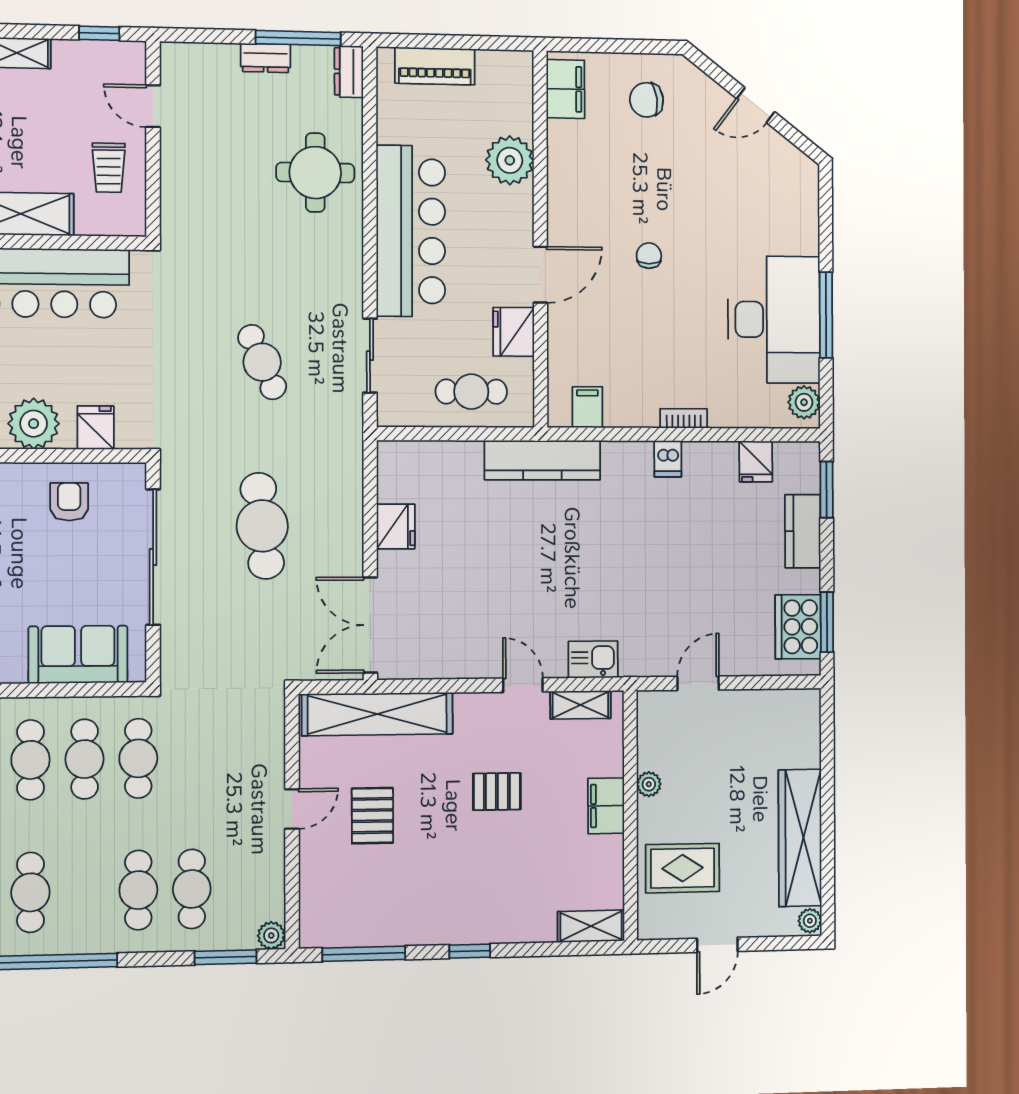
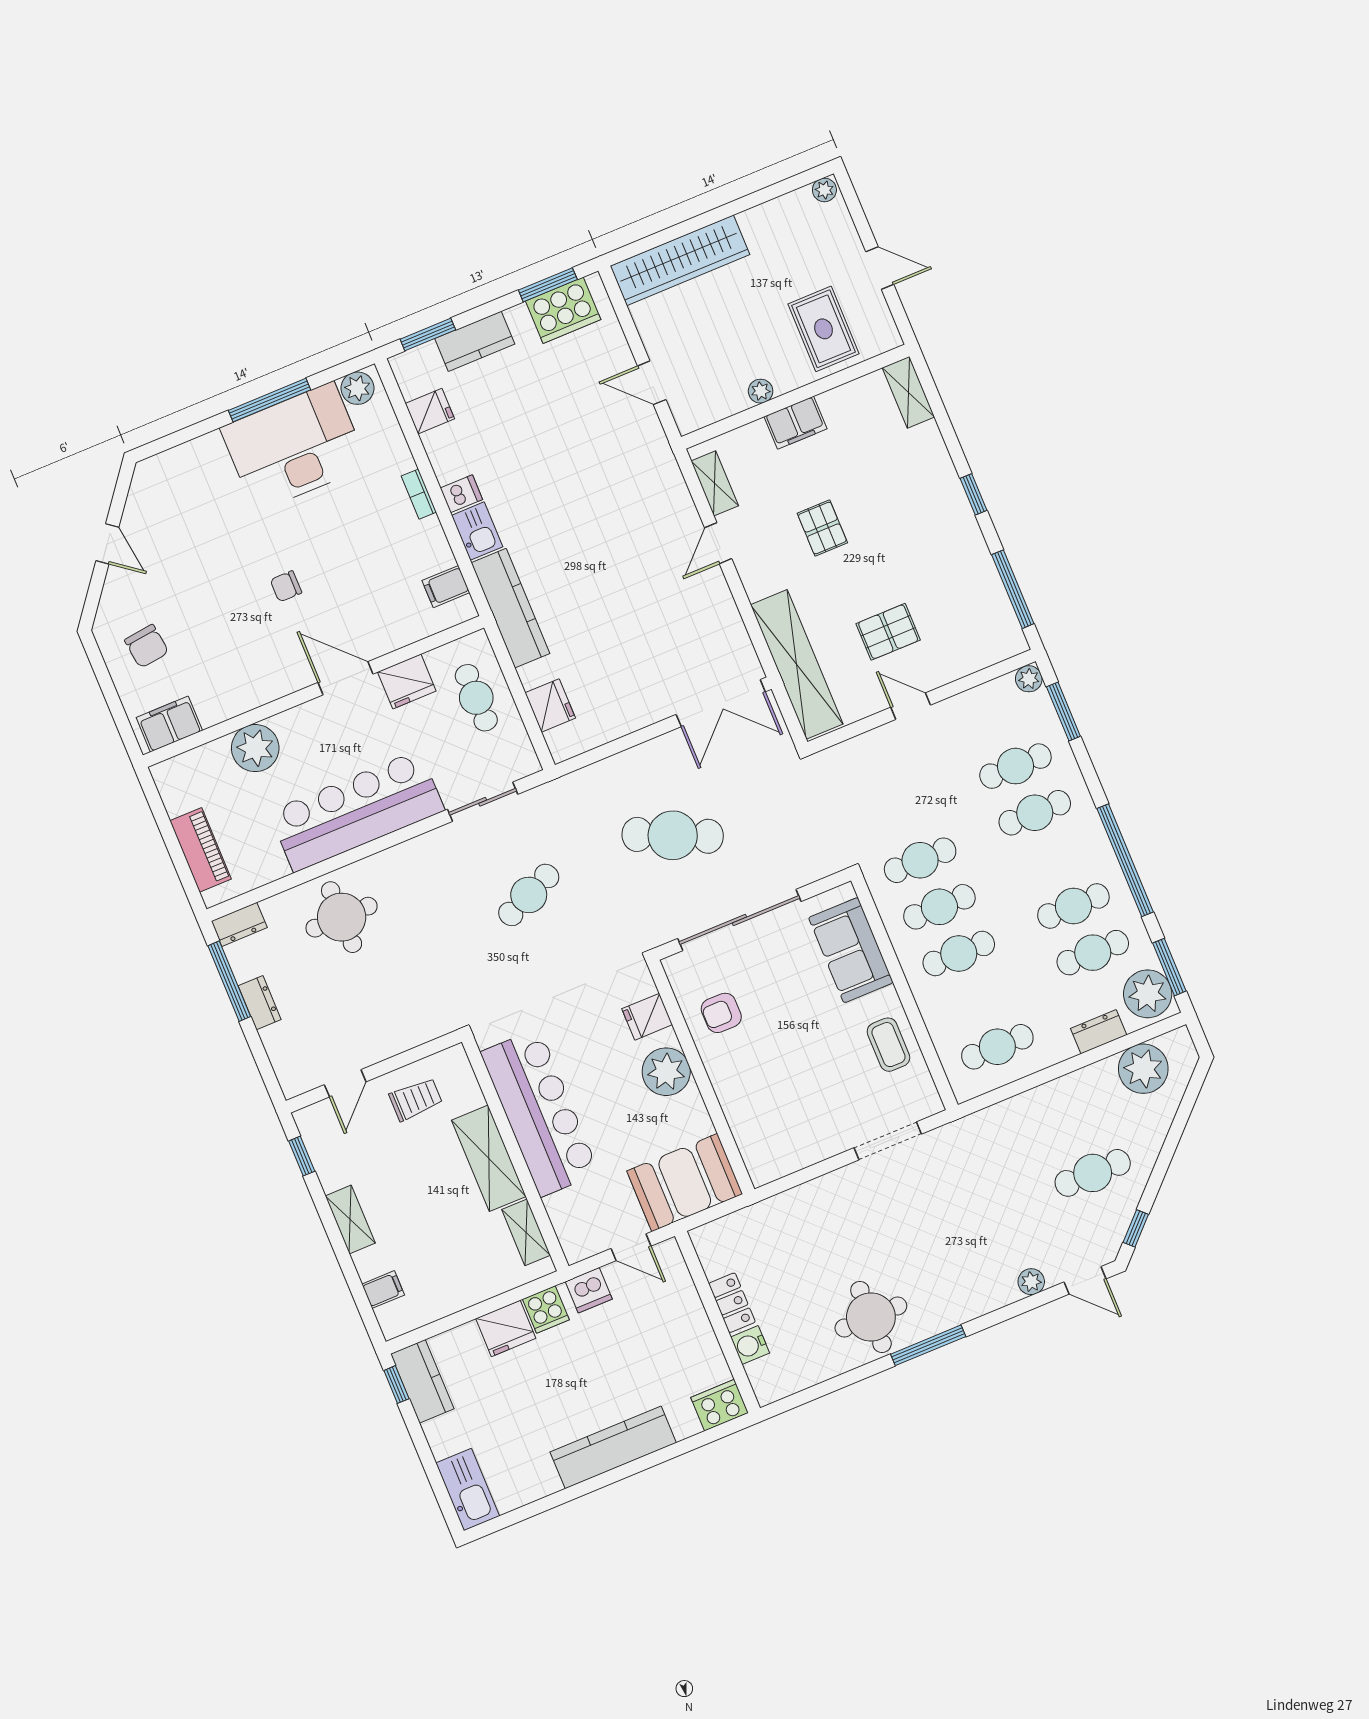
cafe table: (262, 526) -> (673, 835), turned 30
fridge: (396, 526) -> (550, 705), moved, turned 90
kitchen sink: (593, 659) -> (477, 531), moved, turned 180
wardrobe: (800, 838) -> (680, 260), moved

